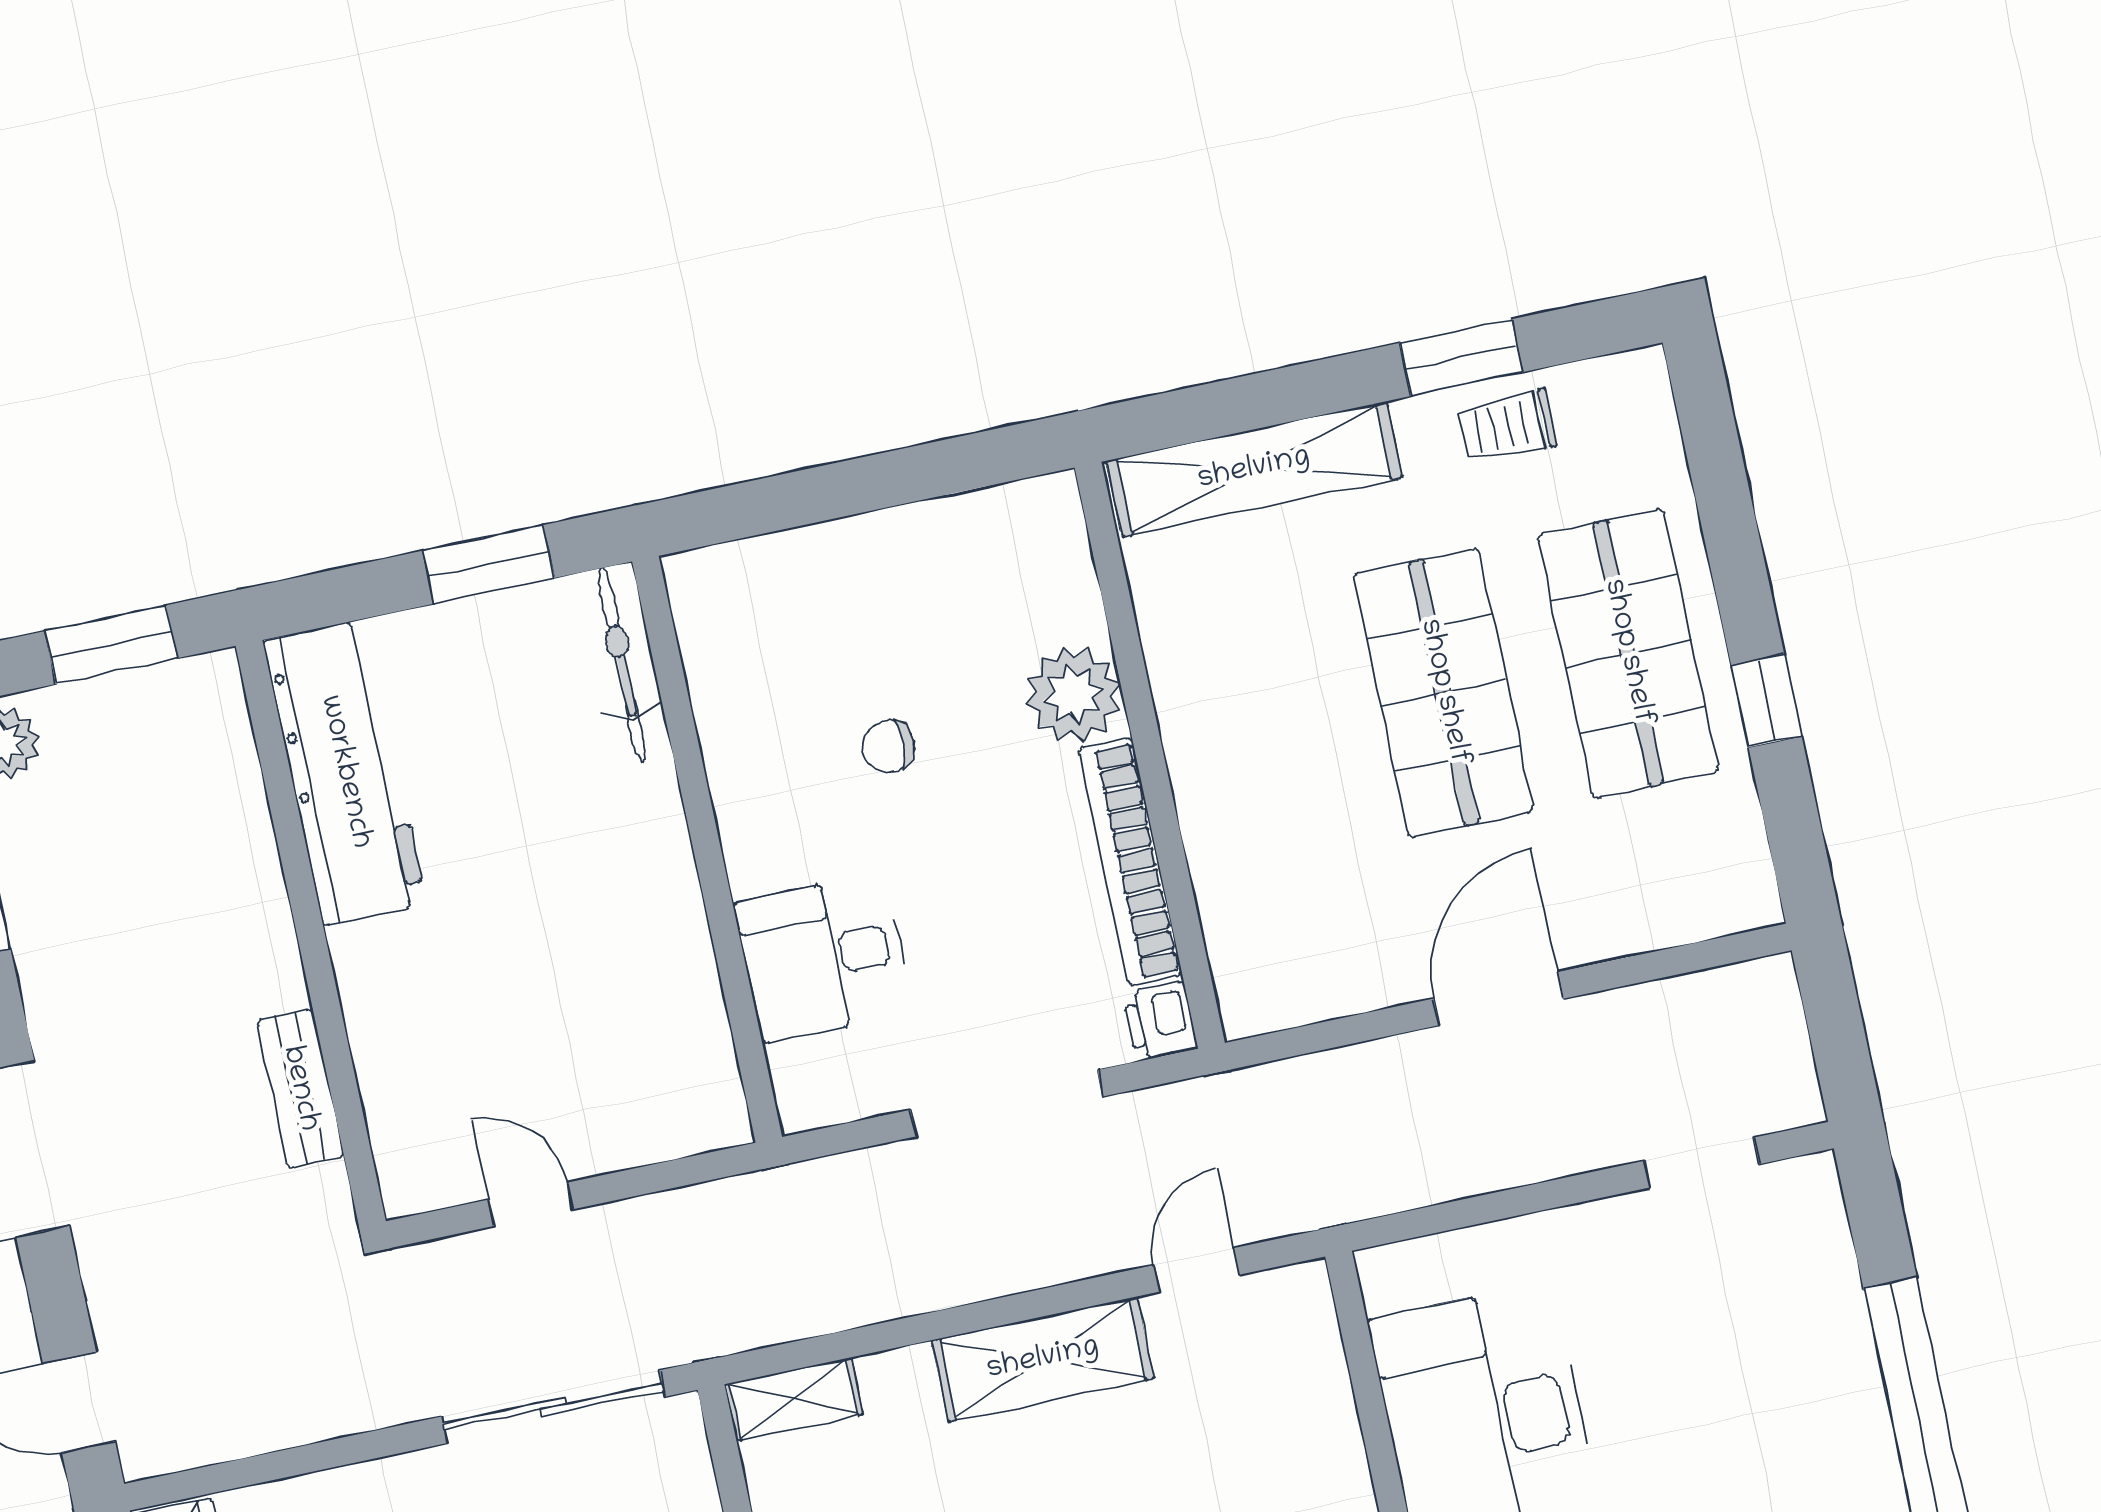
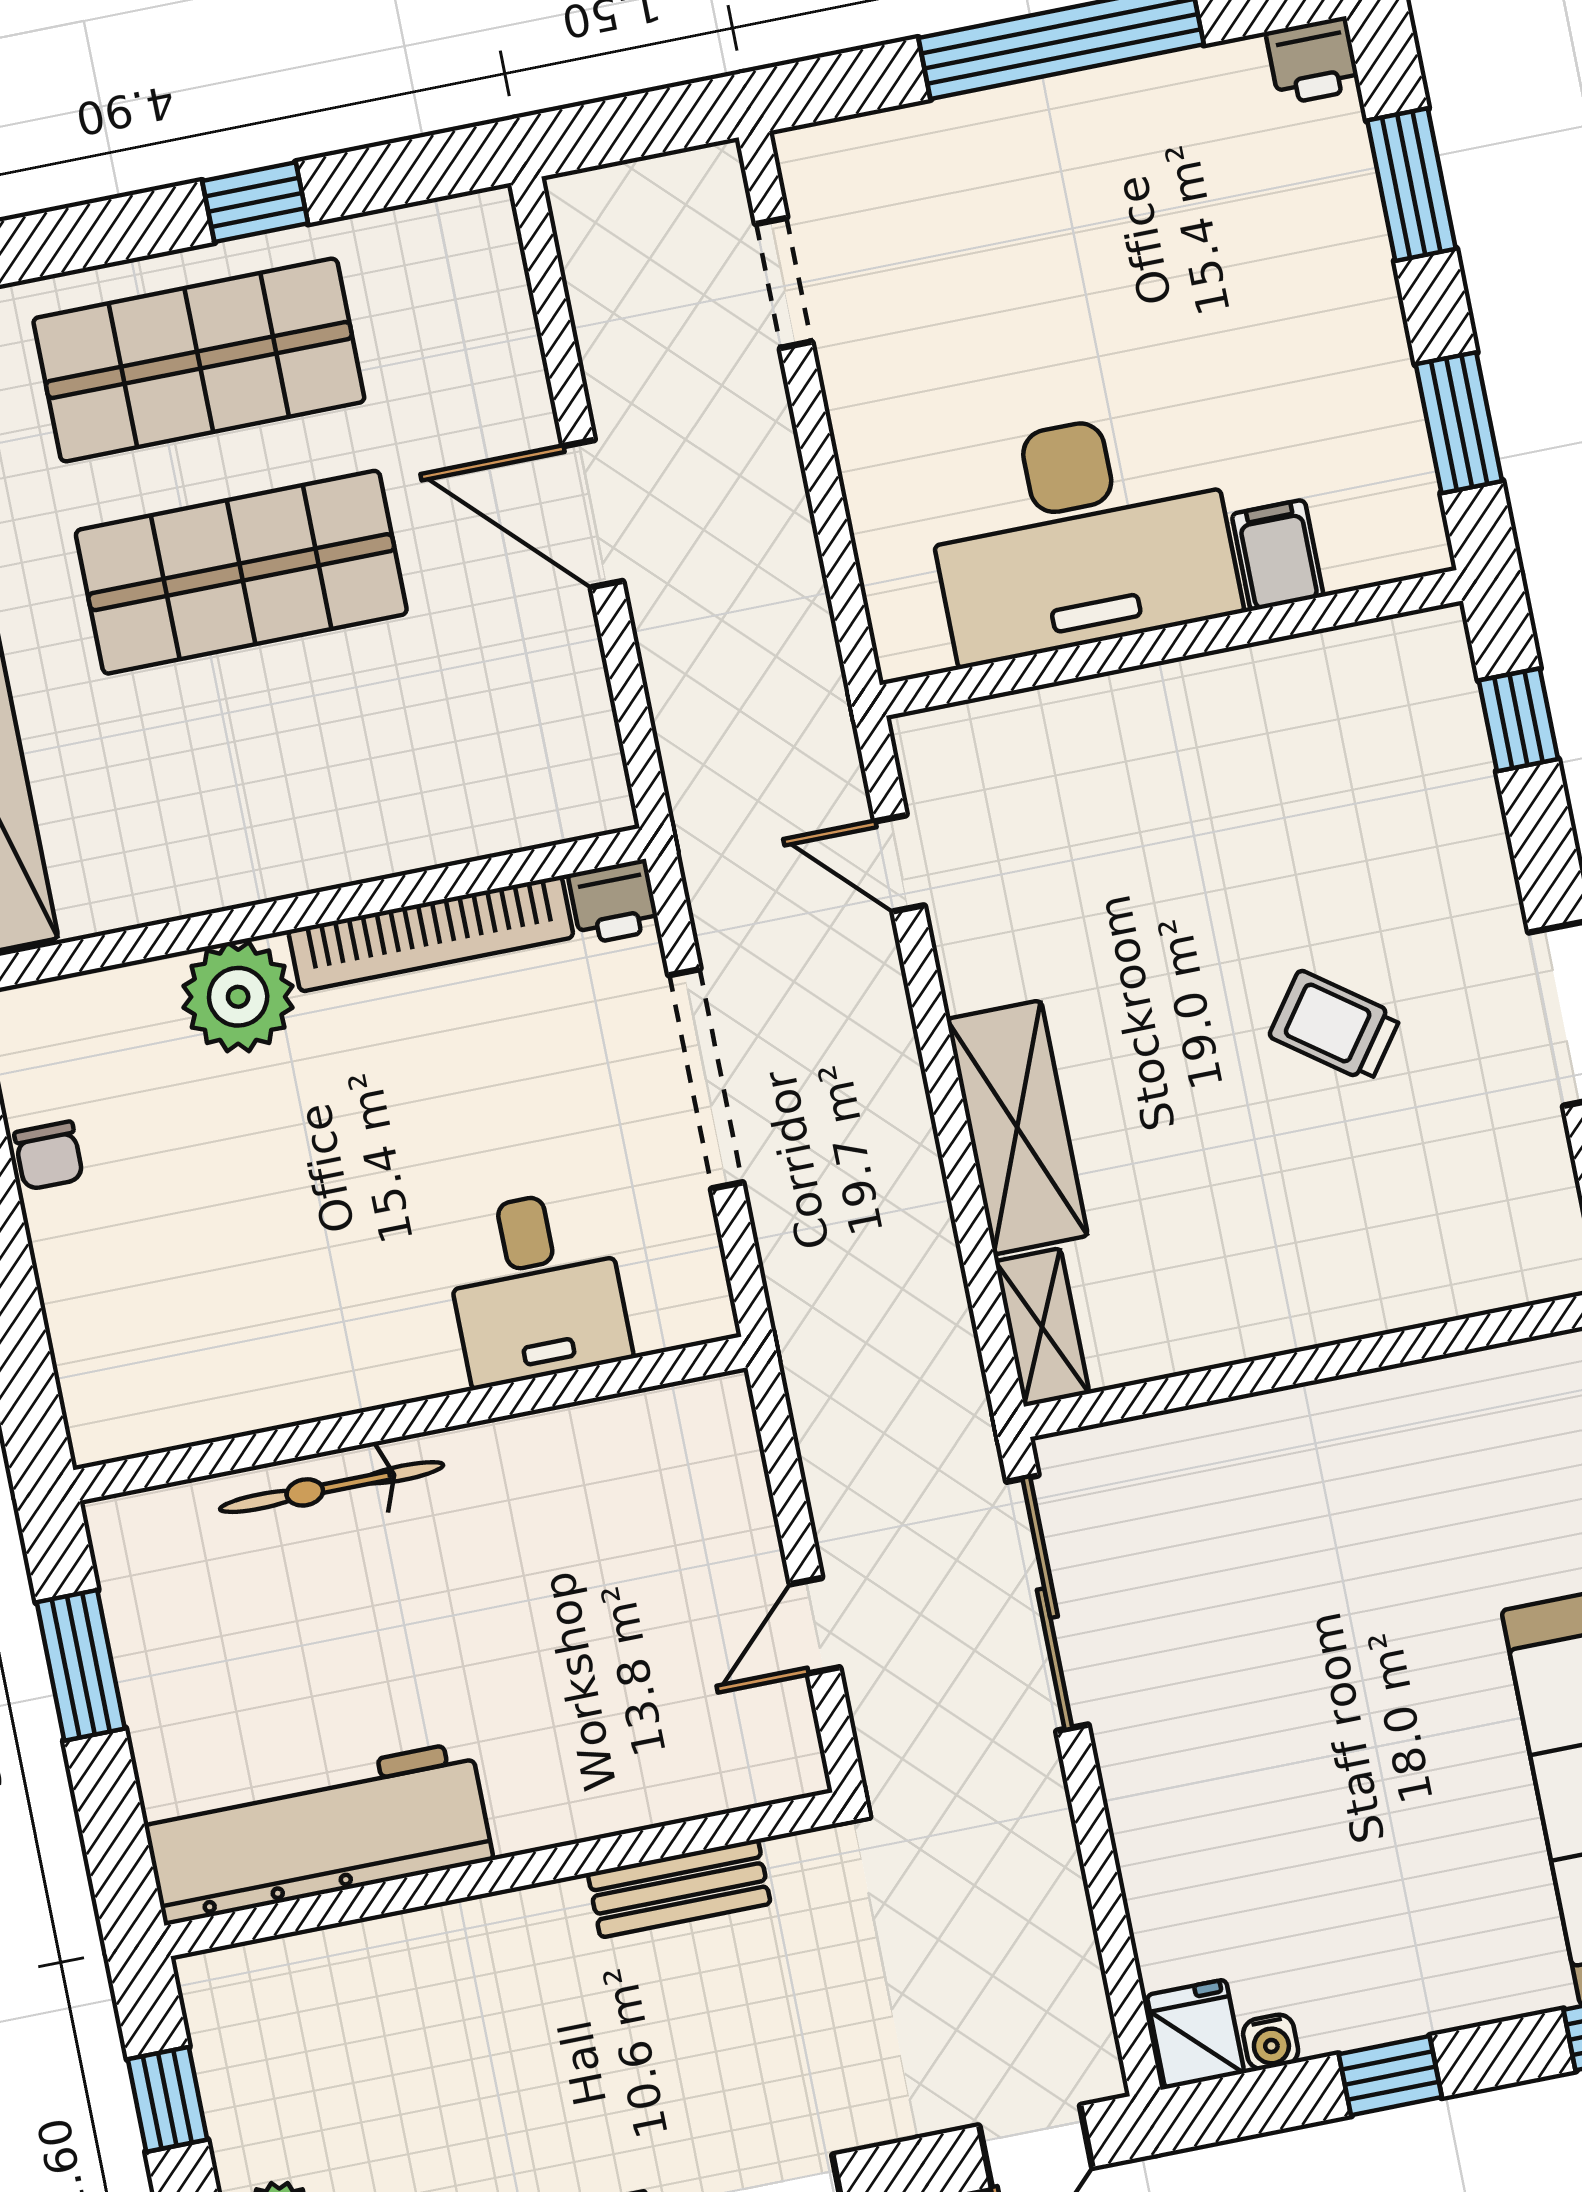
window: (111, 645) -> (167, 2099), width x0.67
bicycle: (622, 665) -> (332, 1487), moved
chair: (888, 747) -> (49, 1156), moved
shelving: (1043, 1359) -> (1017, 1127), moved

